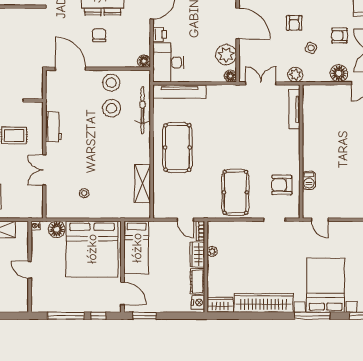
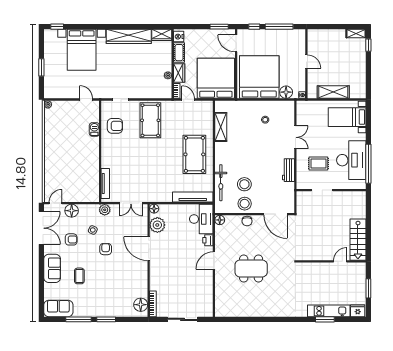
chair: (99, 35) -> (247, 221), moved
bed: (137, 248) -> (216, 78), width x2.04
window: (312, 316) -> (92, 27), removed

